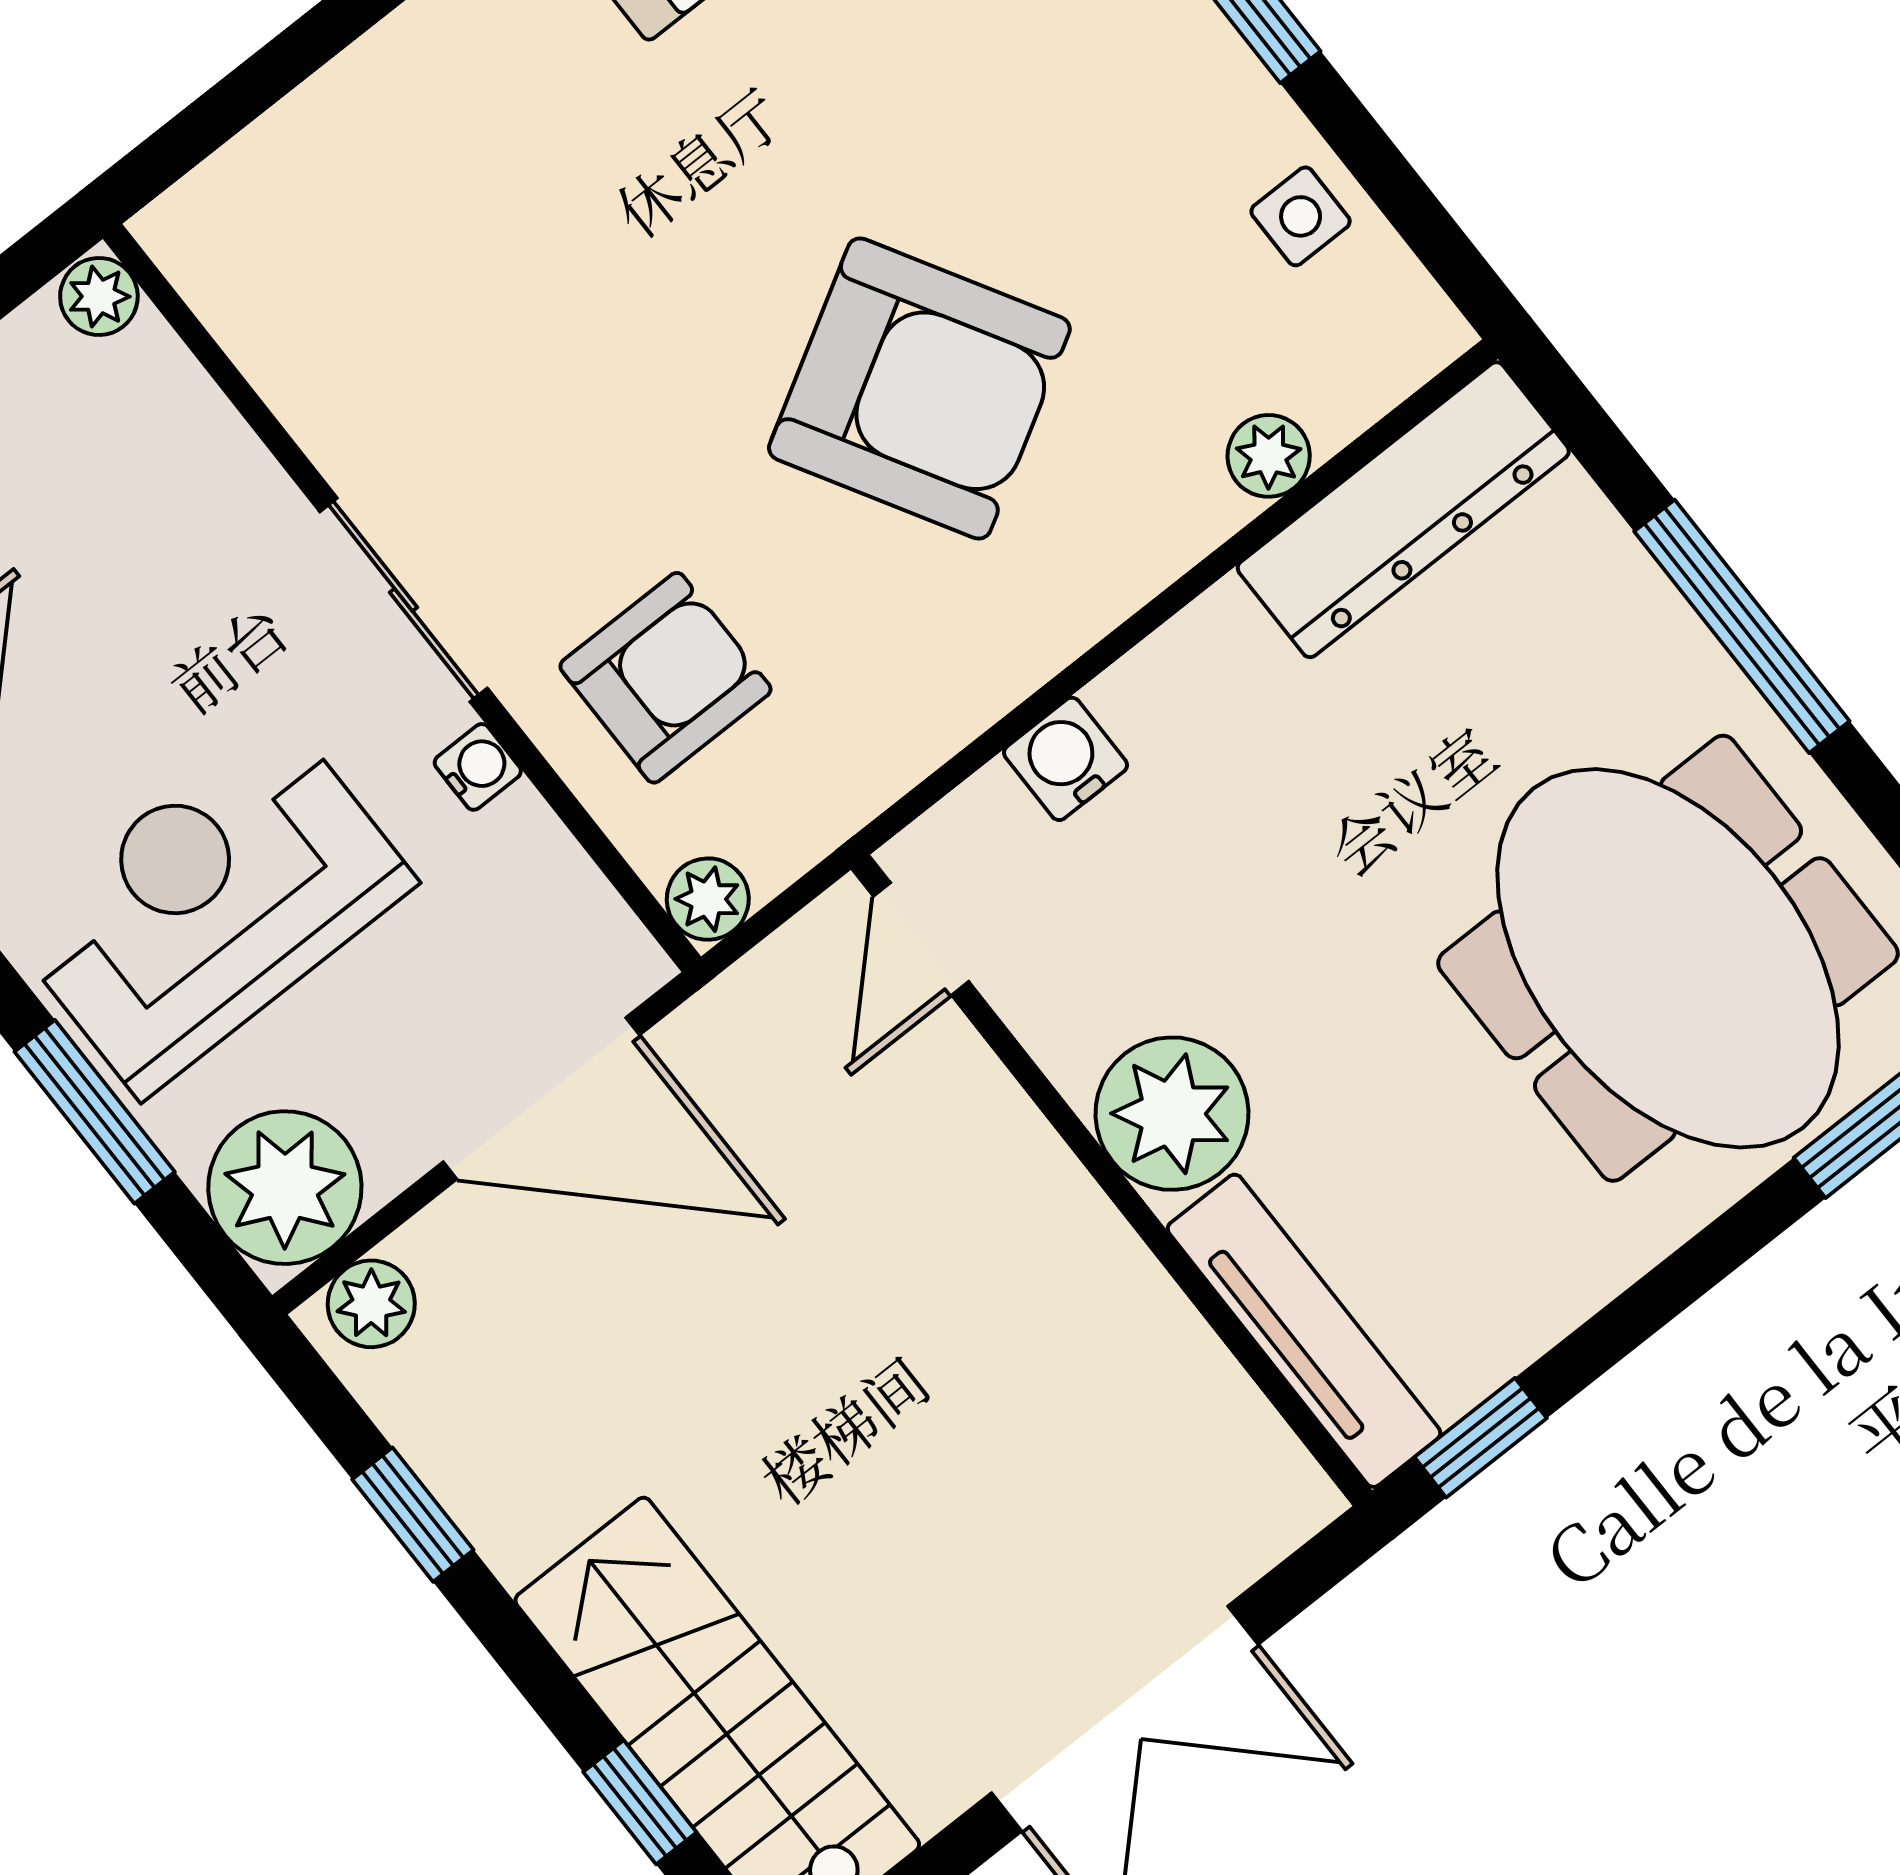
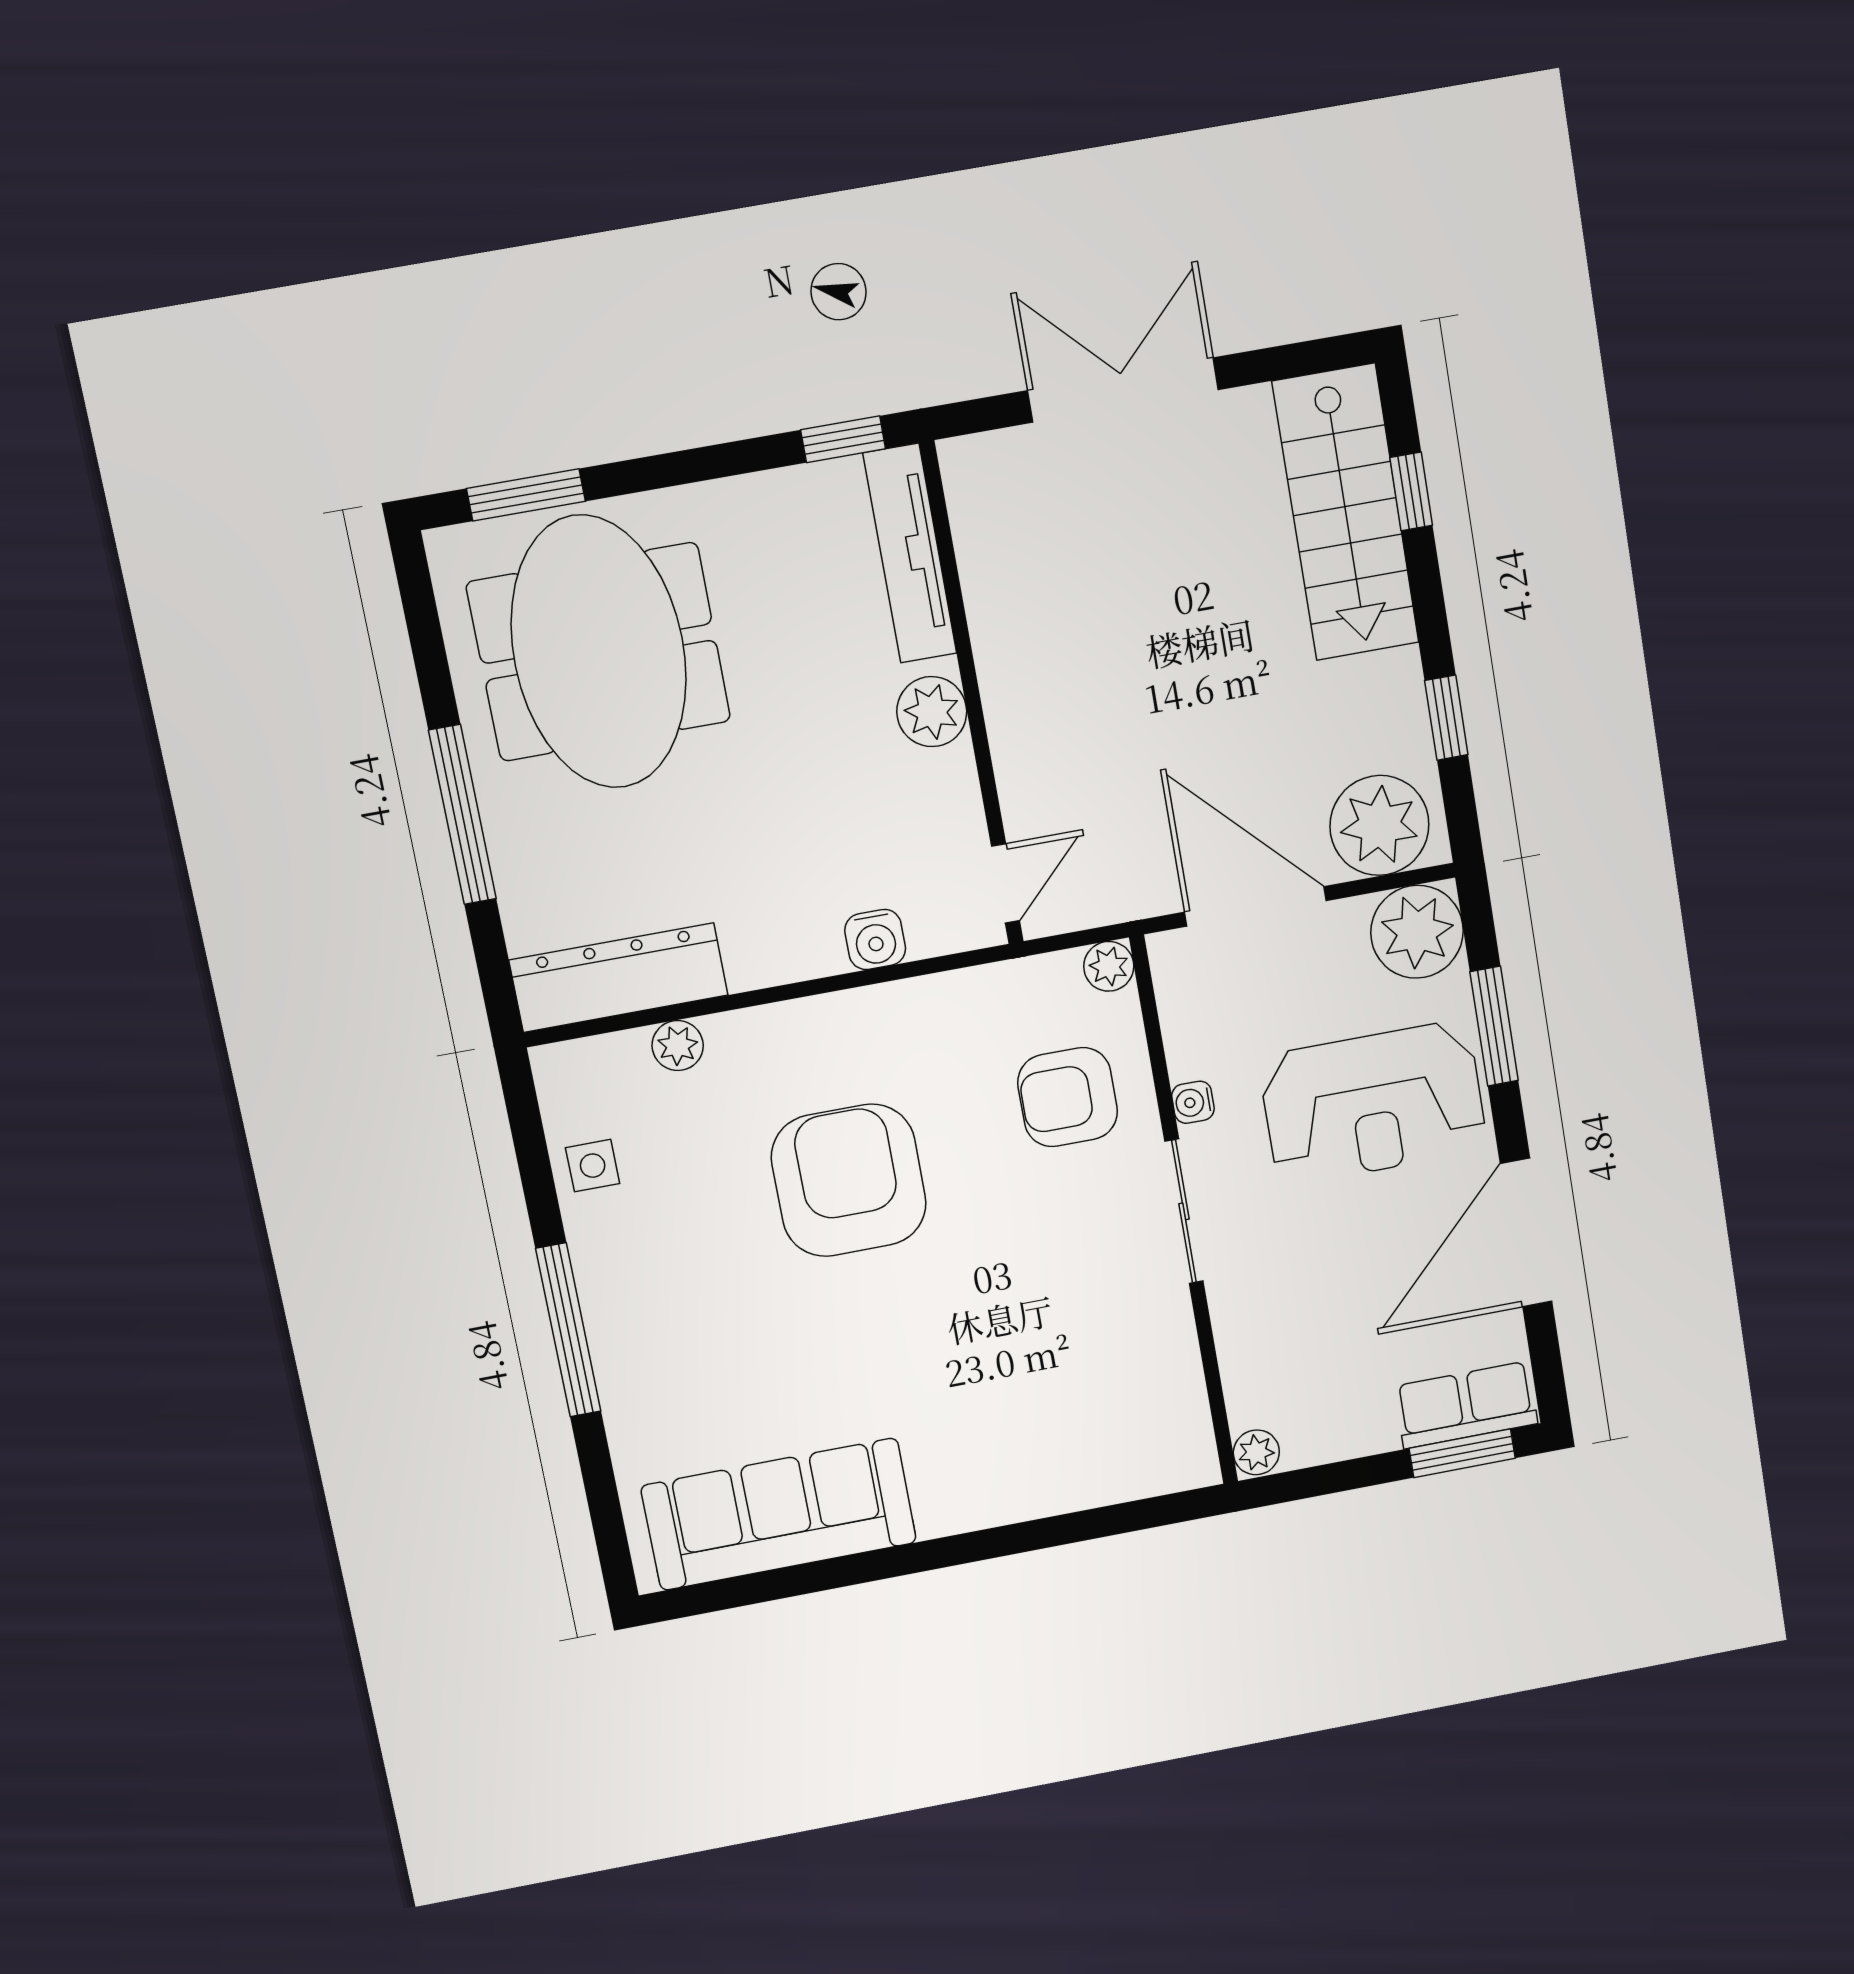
armchair: (919, 388) -> (849, 1180), turned 30
plant: (1172, 1114) -> (932, 712), width x0.73, depth x0.73
plant: (371, 1304) -> (1379, 825), width x1.87, depth x1.87

